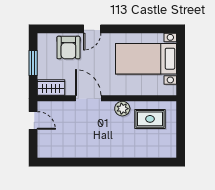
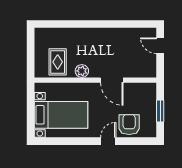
wardrobe: (51, 88) -> (144, 89), removed
rug: (150, 119) -> (58, 62), turned 90
door: (33, 120) -> (160, 46), moved

